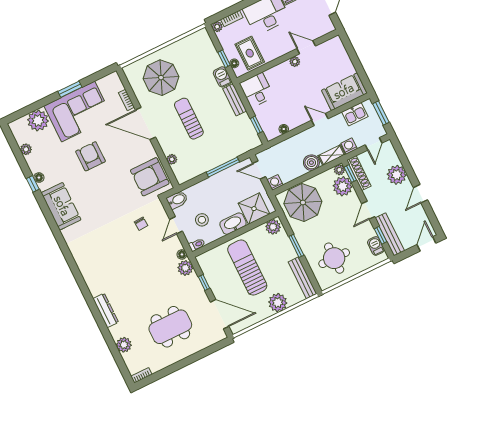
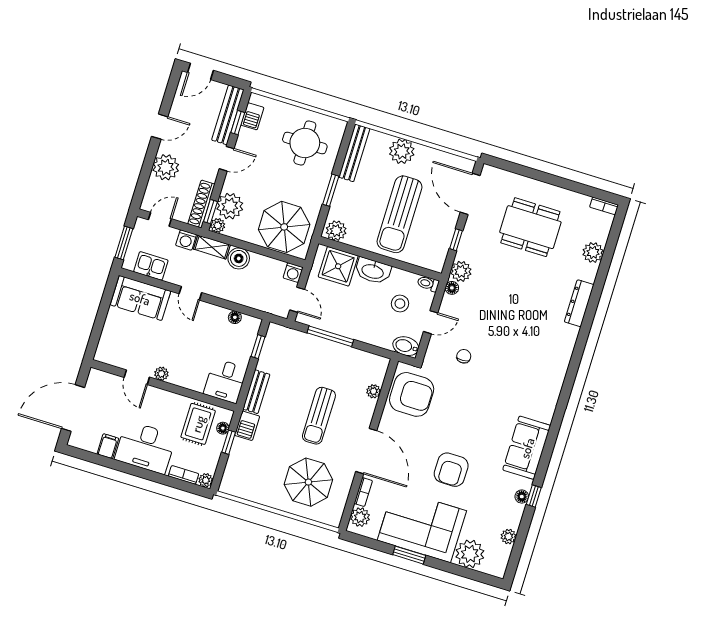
plant: (116, 85) -> (360, 517), added

